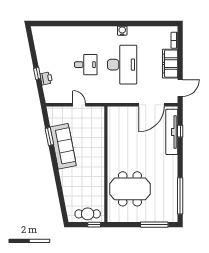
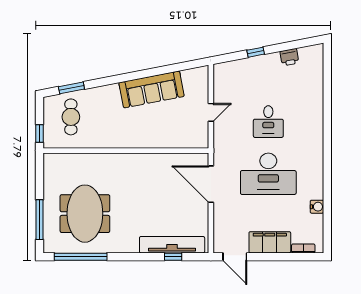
water cooler: (122, 31) -> (317, 207), moved
printer: (46, 78) -> (289, 57), moved
door: (151, 105) -> (211, 184), moved
window: (49, 136) -> (71, 88), moved
meeting table: (130, 189) -> (85, 214), moved
cafe table: (88, 214) -> (71, 117), moved

